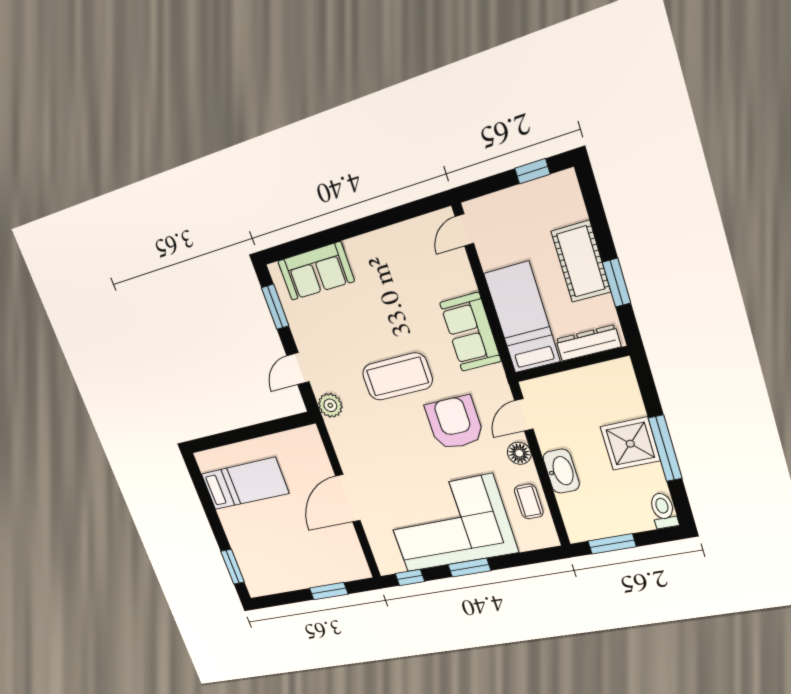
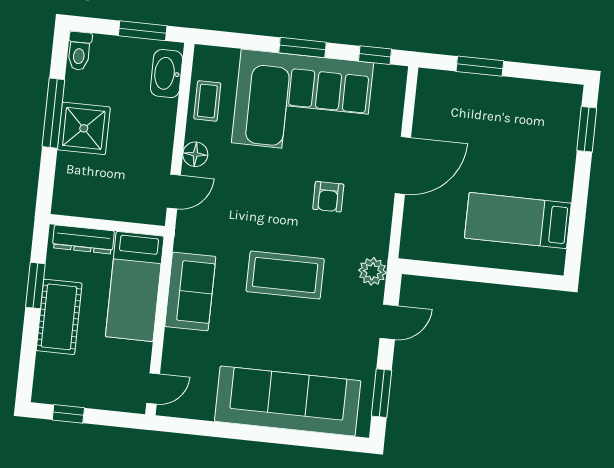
sofa: (316, 271) -> (288, 401), width x1.85, depth x1.27
armchair: (455, 423) -> (328, 197), moved, width x0.53, depth x0.53
washbasin: (561, 471) -> (167, 74), moved

